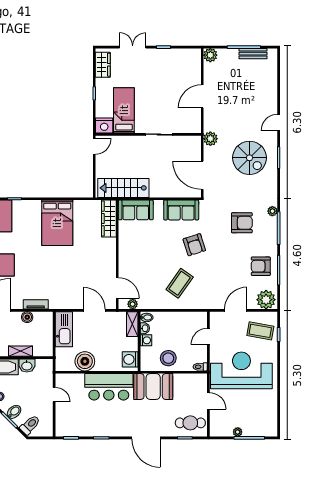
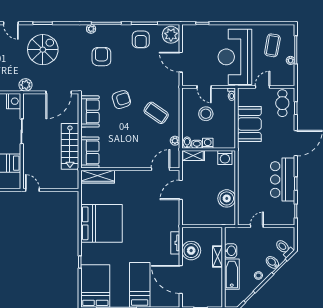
nightstand: (104, 126) -> (14, 101), moved
stairs: (123, 188) -> (70, 146), moved
bed: (57, 223) -> (102, 223), width x1.36
plant: (133, 304) -> (175, 141), moved
boiler: (27, 317) -> (191, 251), width x1.86, depth x1.86
kitchen sink: (64, 329) -> (198, 217), removed
coffee table: (260, 331) -> (272, 45), moved
stool: (168, 358) -> (206, 114), moved
booth: (153, 386) -> (249, 124), moved
bar counter: (109, 387) -> (283, 180), moved, turned 180

